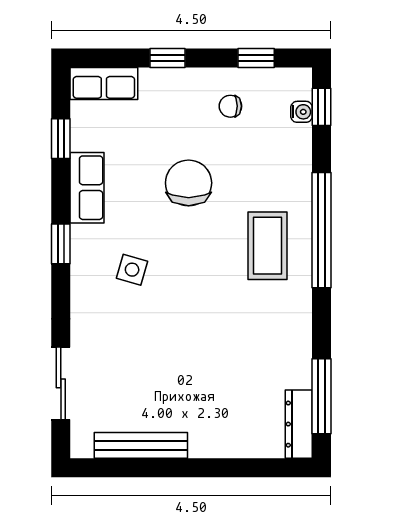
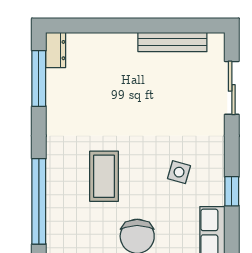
coffee table: (268, 246) -> (104, 176), moved
dresser: (299, 424) -> (56, 50), width x0.70

